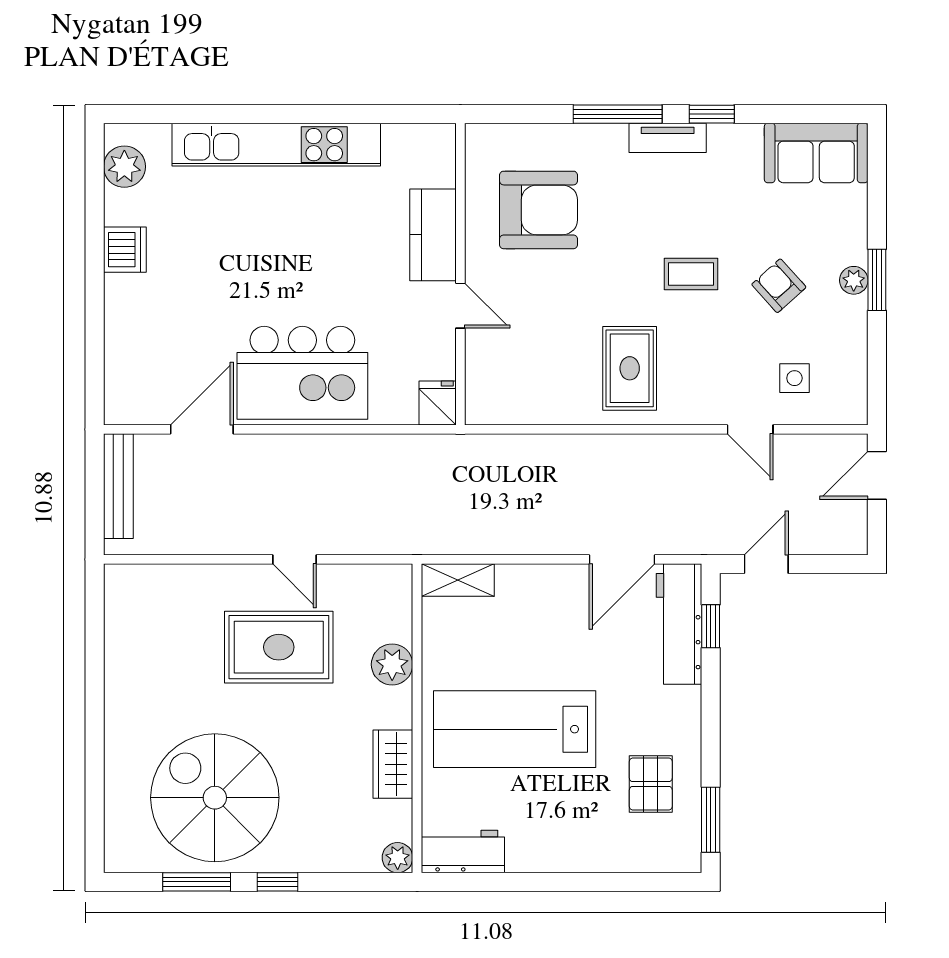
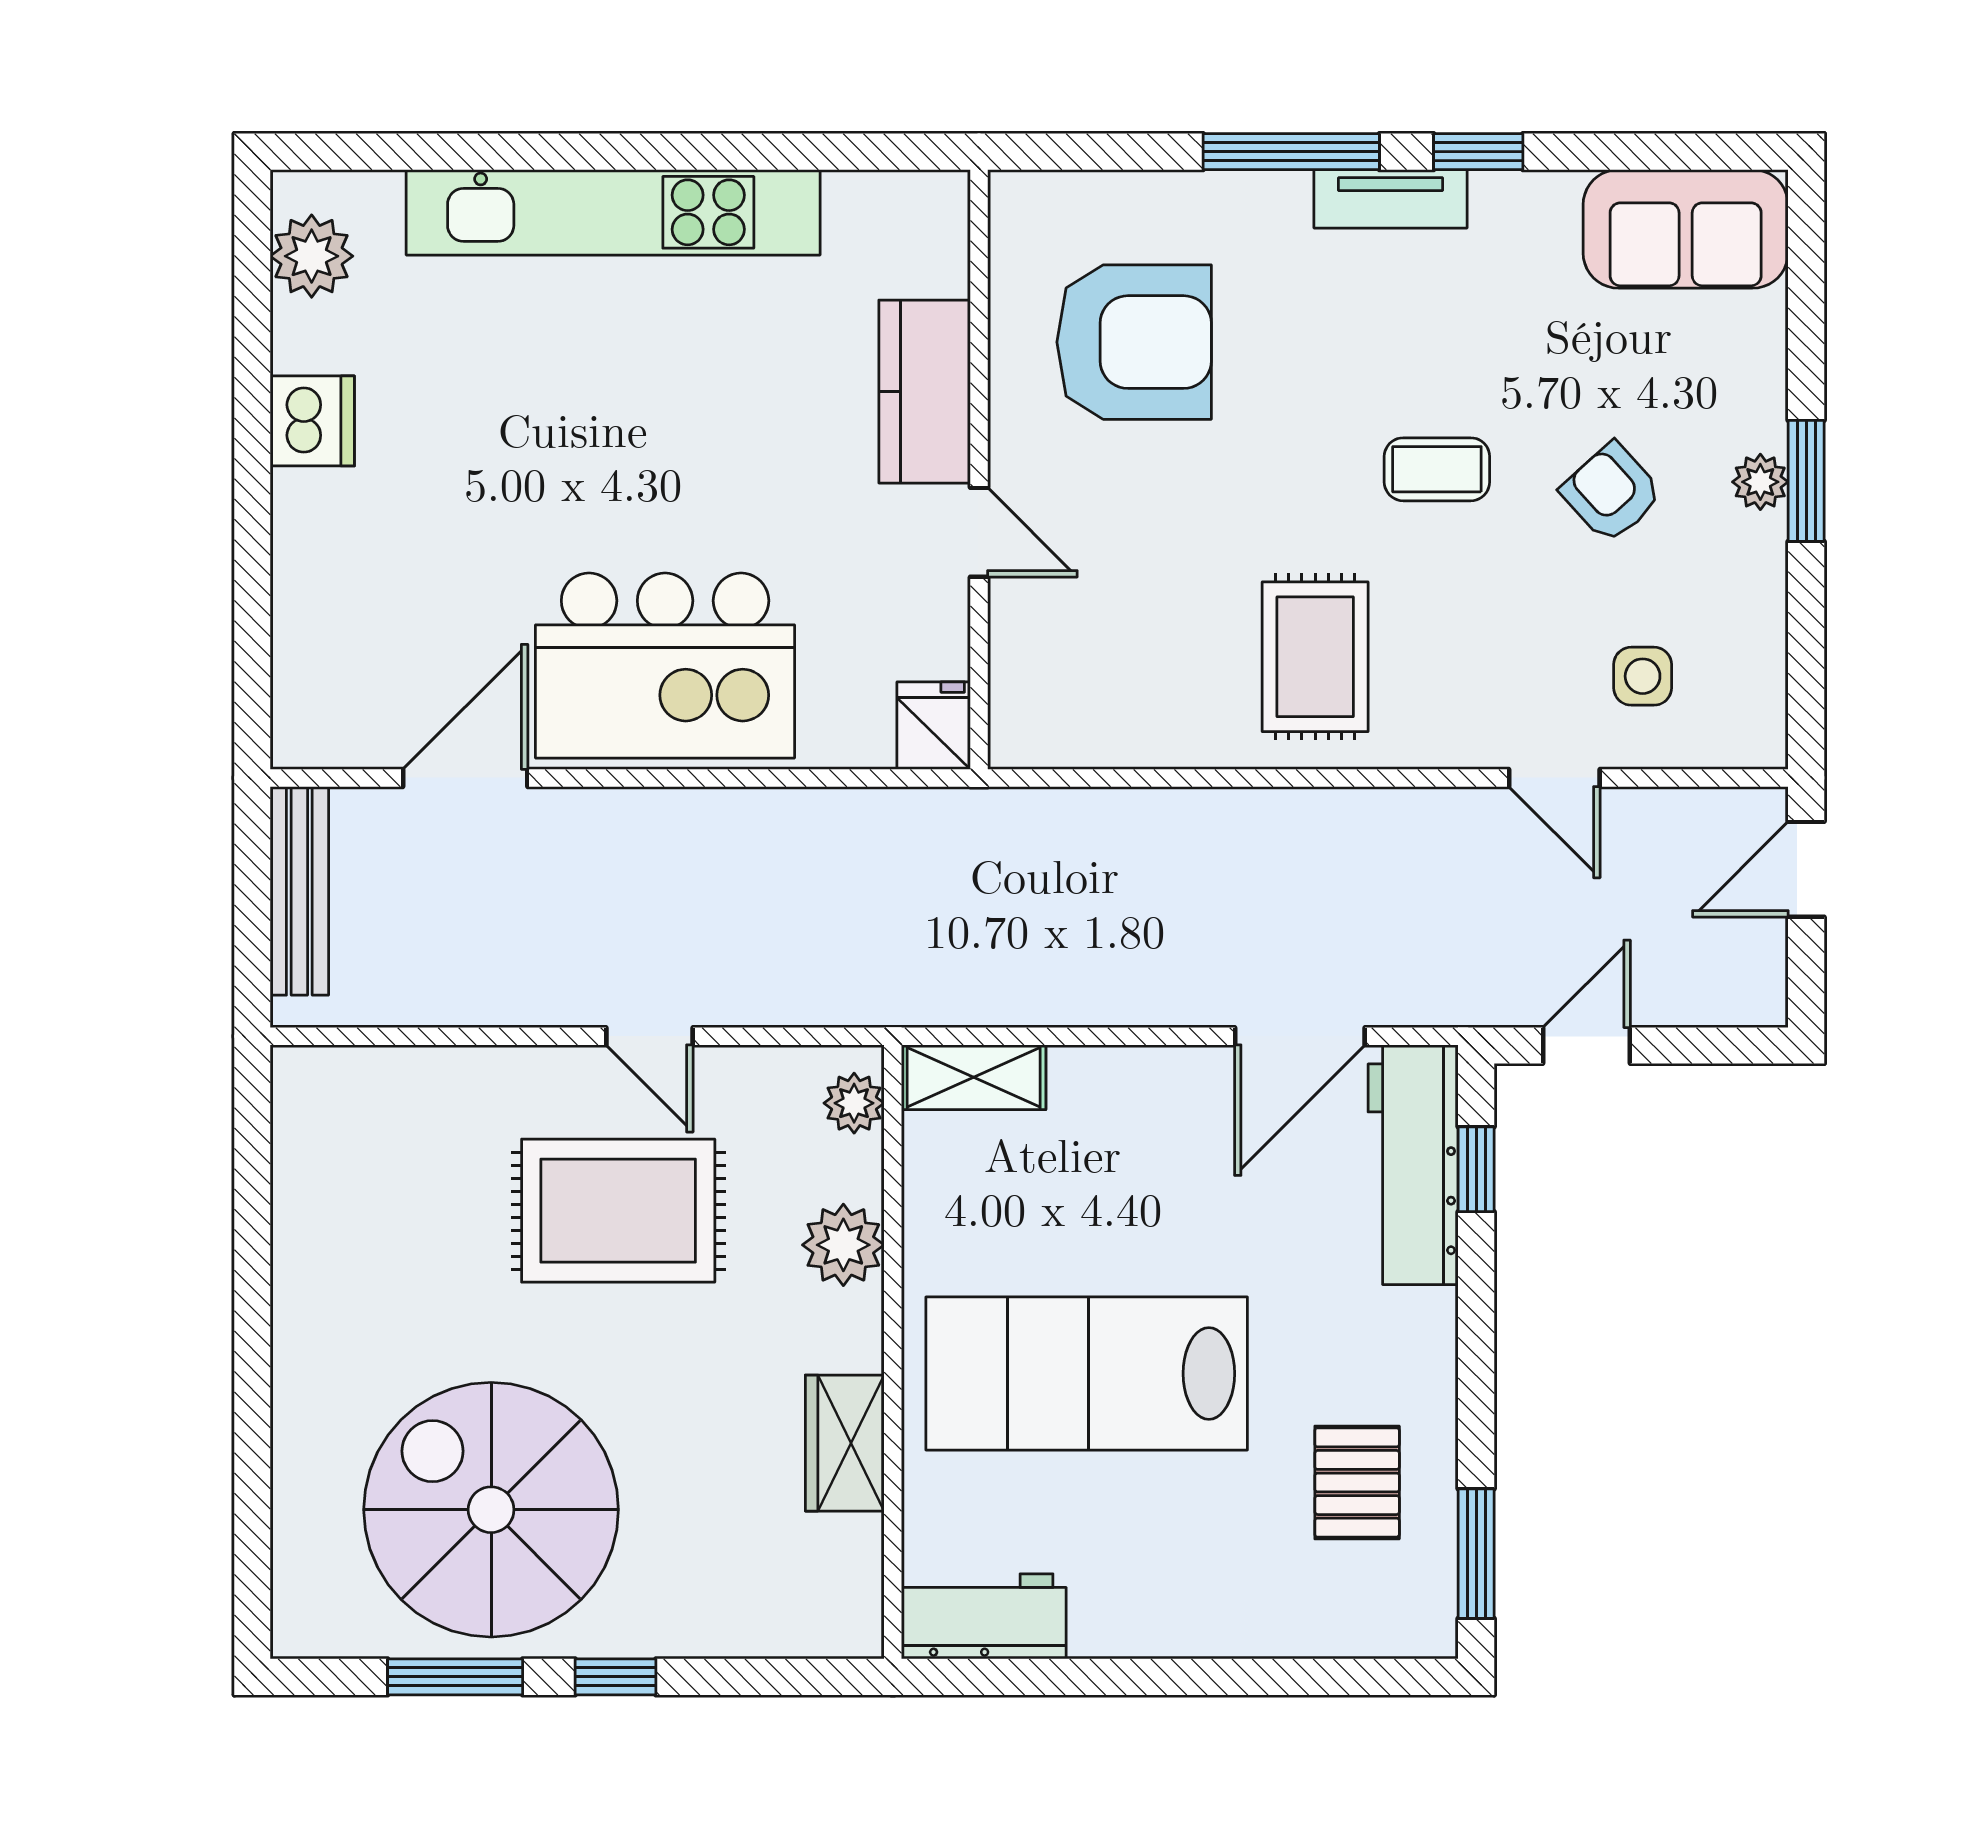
plant: (398, 858) -> (854, 1103), moved

